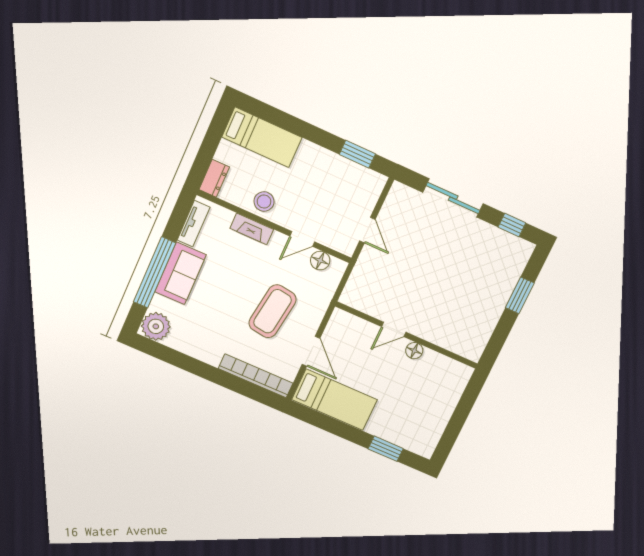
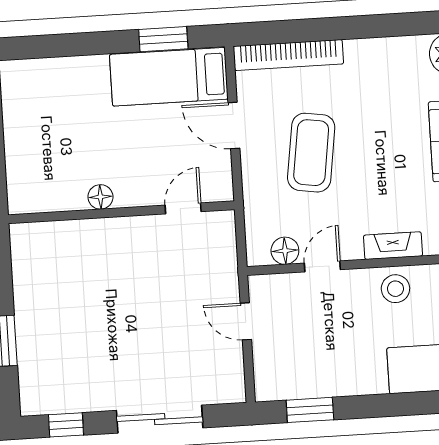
door: (394, 329) -> (183, 208), moved
window: (386, 449) -> (163, 39), moved

